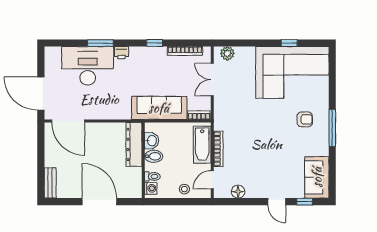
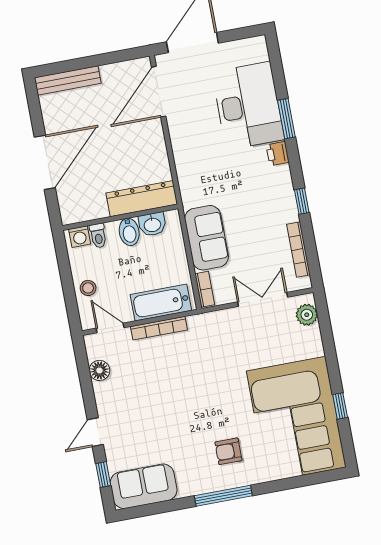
sofa: (159, 108) -> (206, 238), width x0.73
armchair: (305, 119) -> (228, 451), turned 90
bench: (50, 183) -> (68, 80), width x1.36

